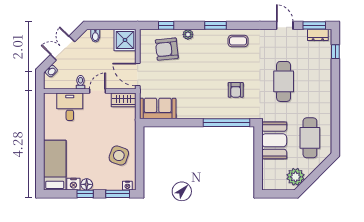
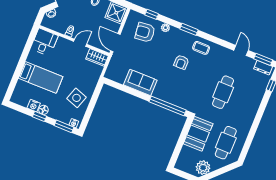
armchair: (236, 90) -> (181, 62), moved
desk: (70, 107) -> (44, 42), moved
sofa: (158, 108) -> (140, 82), moved
bed: (55, 165) -> (41, 77), moved, turned 90

